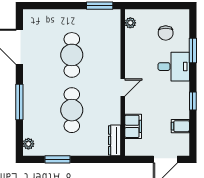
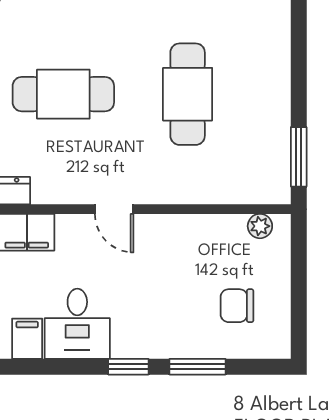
cafe table: (72, 55) -> (188, 94), turned 90
desk: (174, 67) -> (77, 324), moved
window: (193, 101) -> (128, 367), moved

